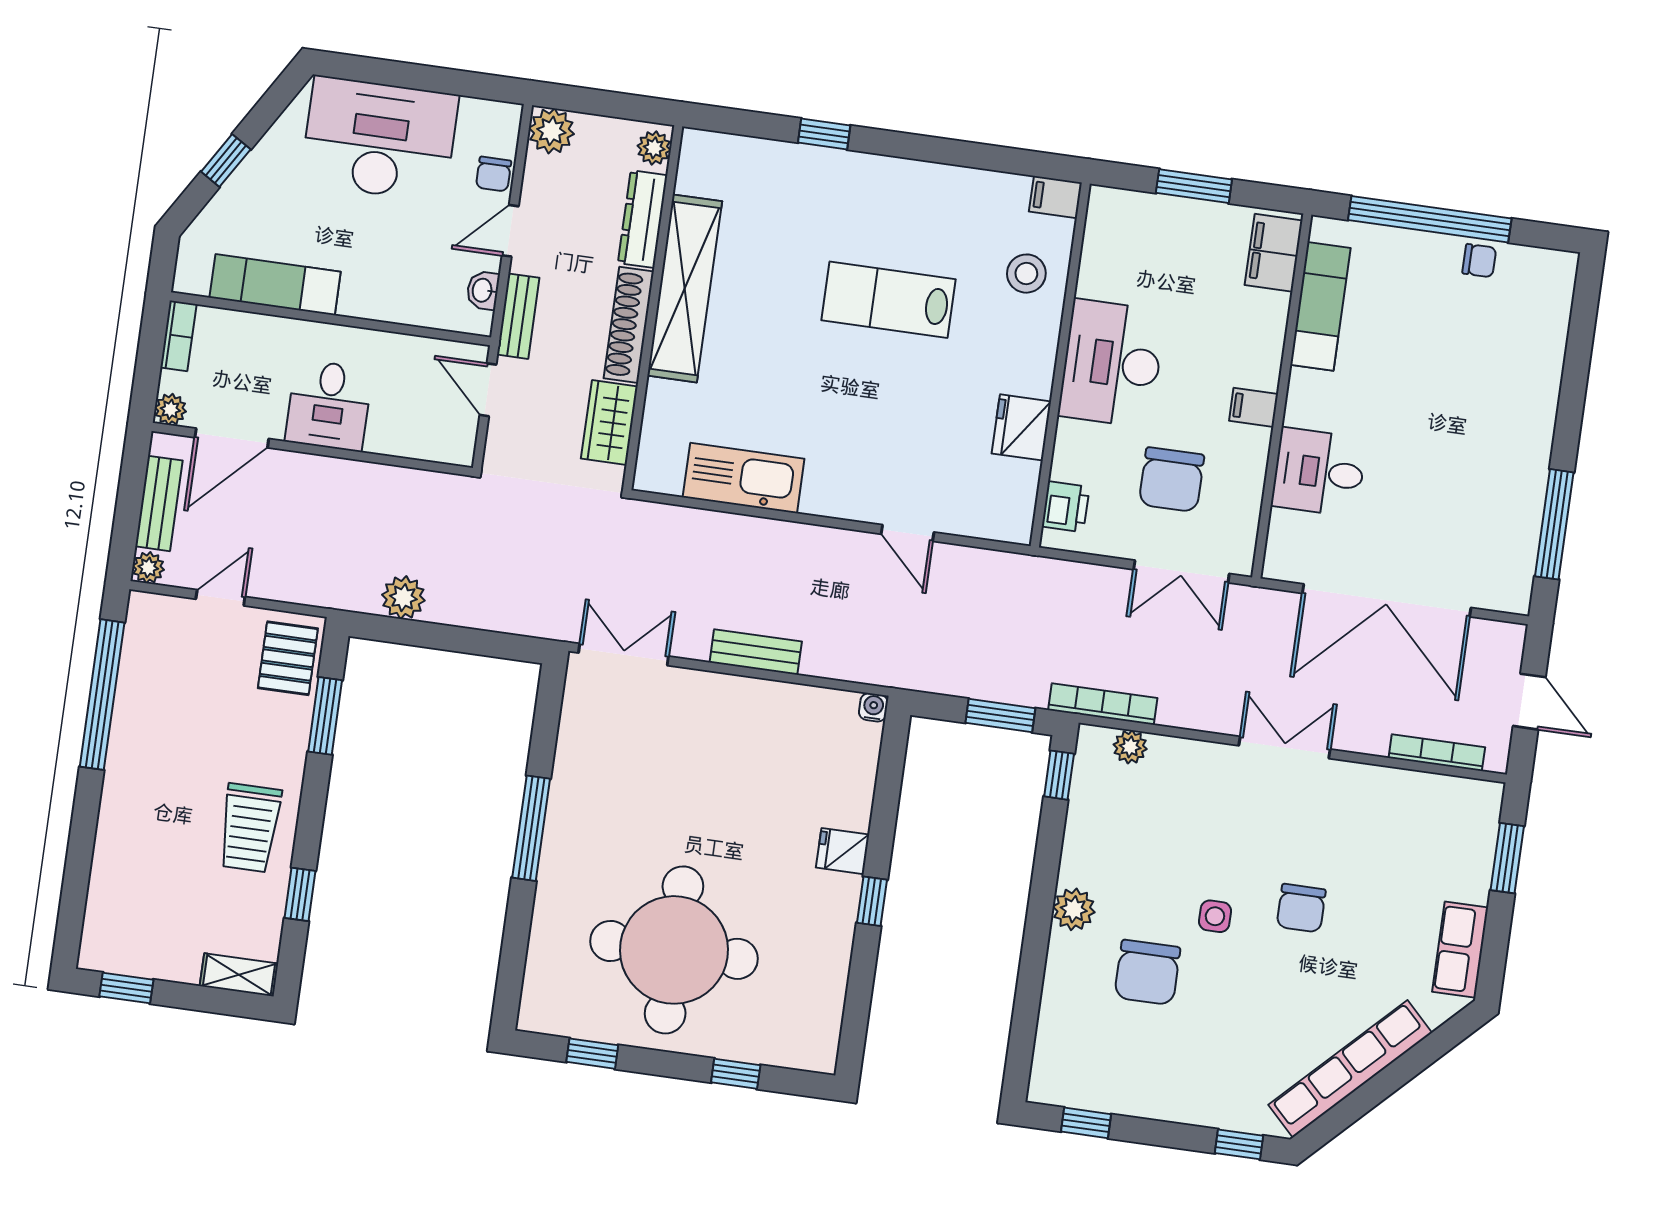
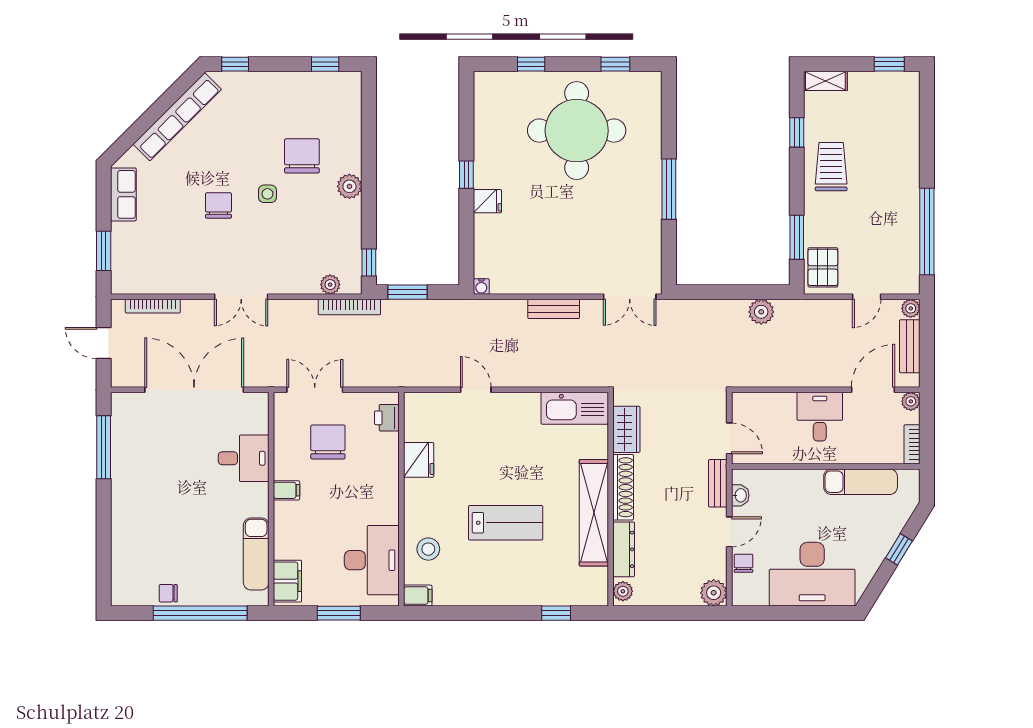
plant: (654, 148) -> (623, 591), moved
dresser: (643, 219) -> (624, 549), moved
shelving: (685, 288) -> (594, 513), moved
wall: (653, 308) -> (611, 499), moved
shoe rack: (629, 325) -> (623, 487), moved
desk: (1112, 363) -> (372, 560), moved
wardrobe: (609, 423) -> (626, 429), moved

